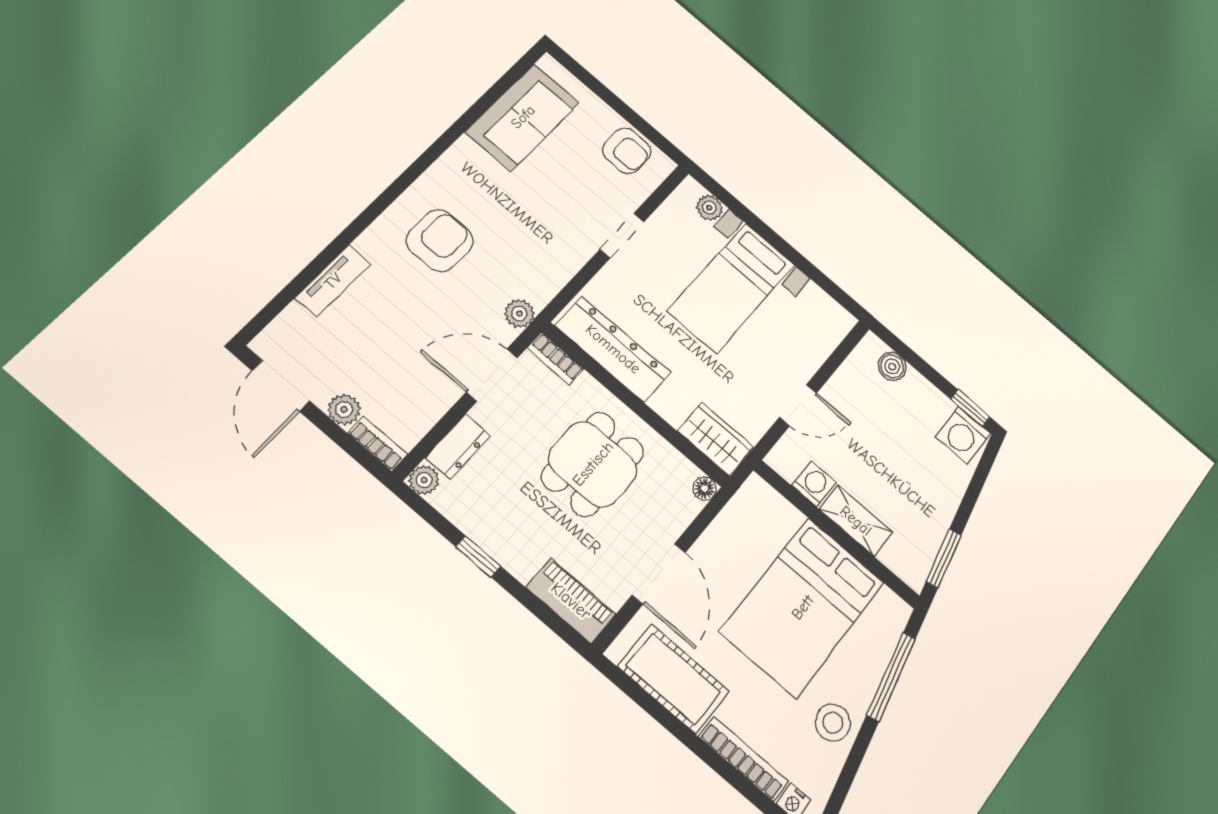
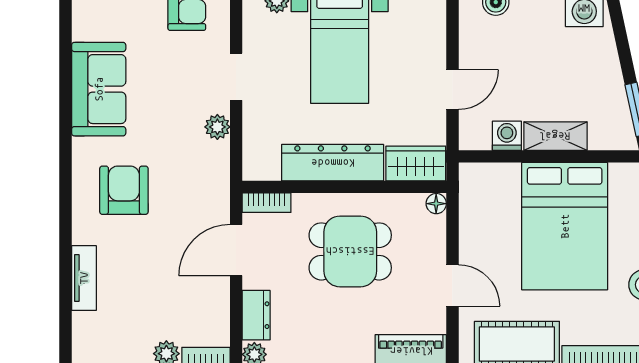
sofa: (523, 117) -> (99, 89), moved
plant: (519, 314) -> (217, 127), moved
dresser: (613, 349) -> (333, 163), moved
dining table: (593, 464) -> (350, 251), turned 90
door: (659, 574) -> (452, 286), width x0.73

